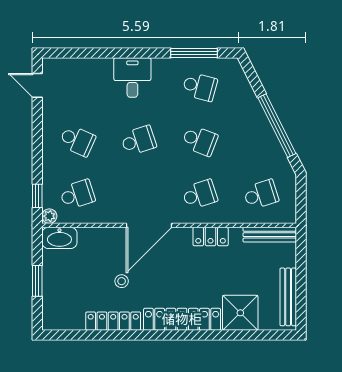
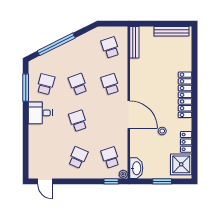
desk: (132, 78) -> (40, 113), moved
door: (37, 85) -> (45, 181), hinge flipped
window: (277, 126) -> (56, 44), moved
school desk: (200, 141) -> (78, 84), turned -42
locker: (211, 237) -> (135, 78), removed
shower: (240, 313) -> (181, 164), moved
locker: (113, 321) -> (186, 142), width x0.66

